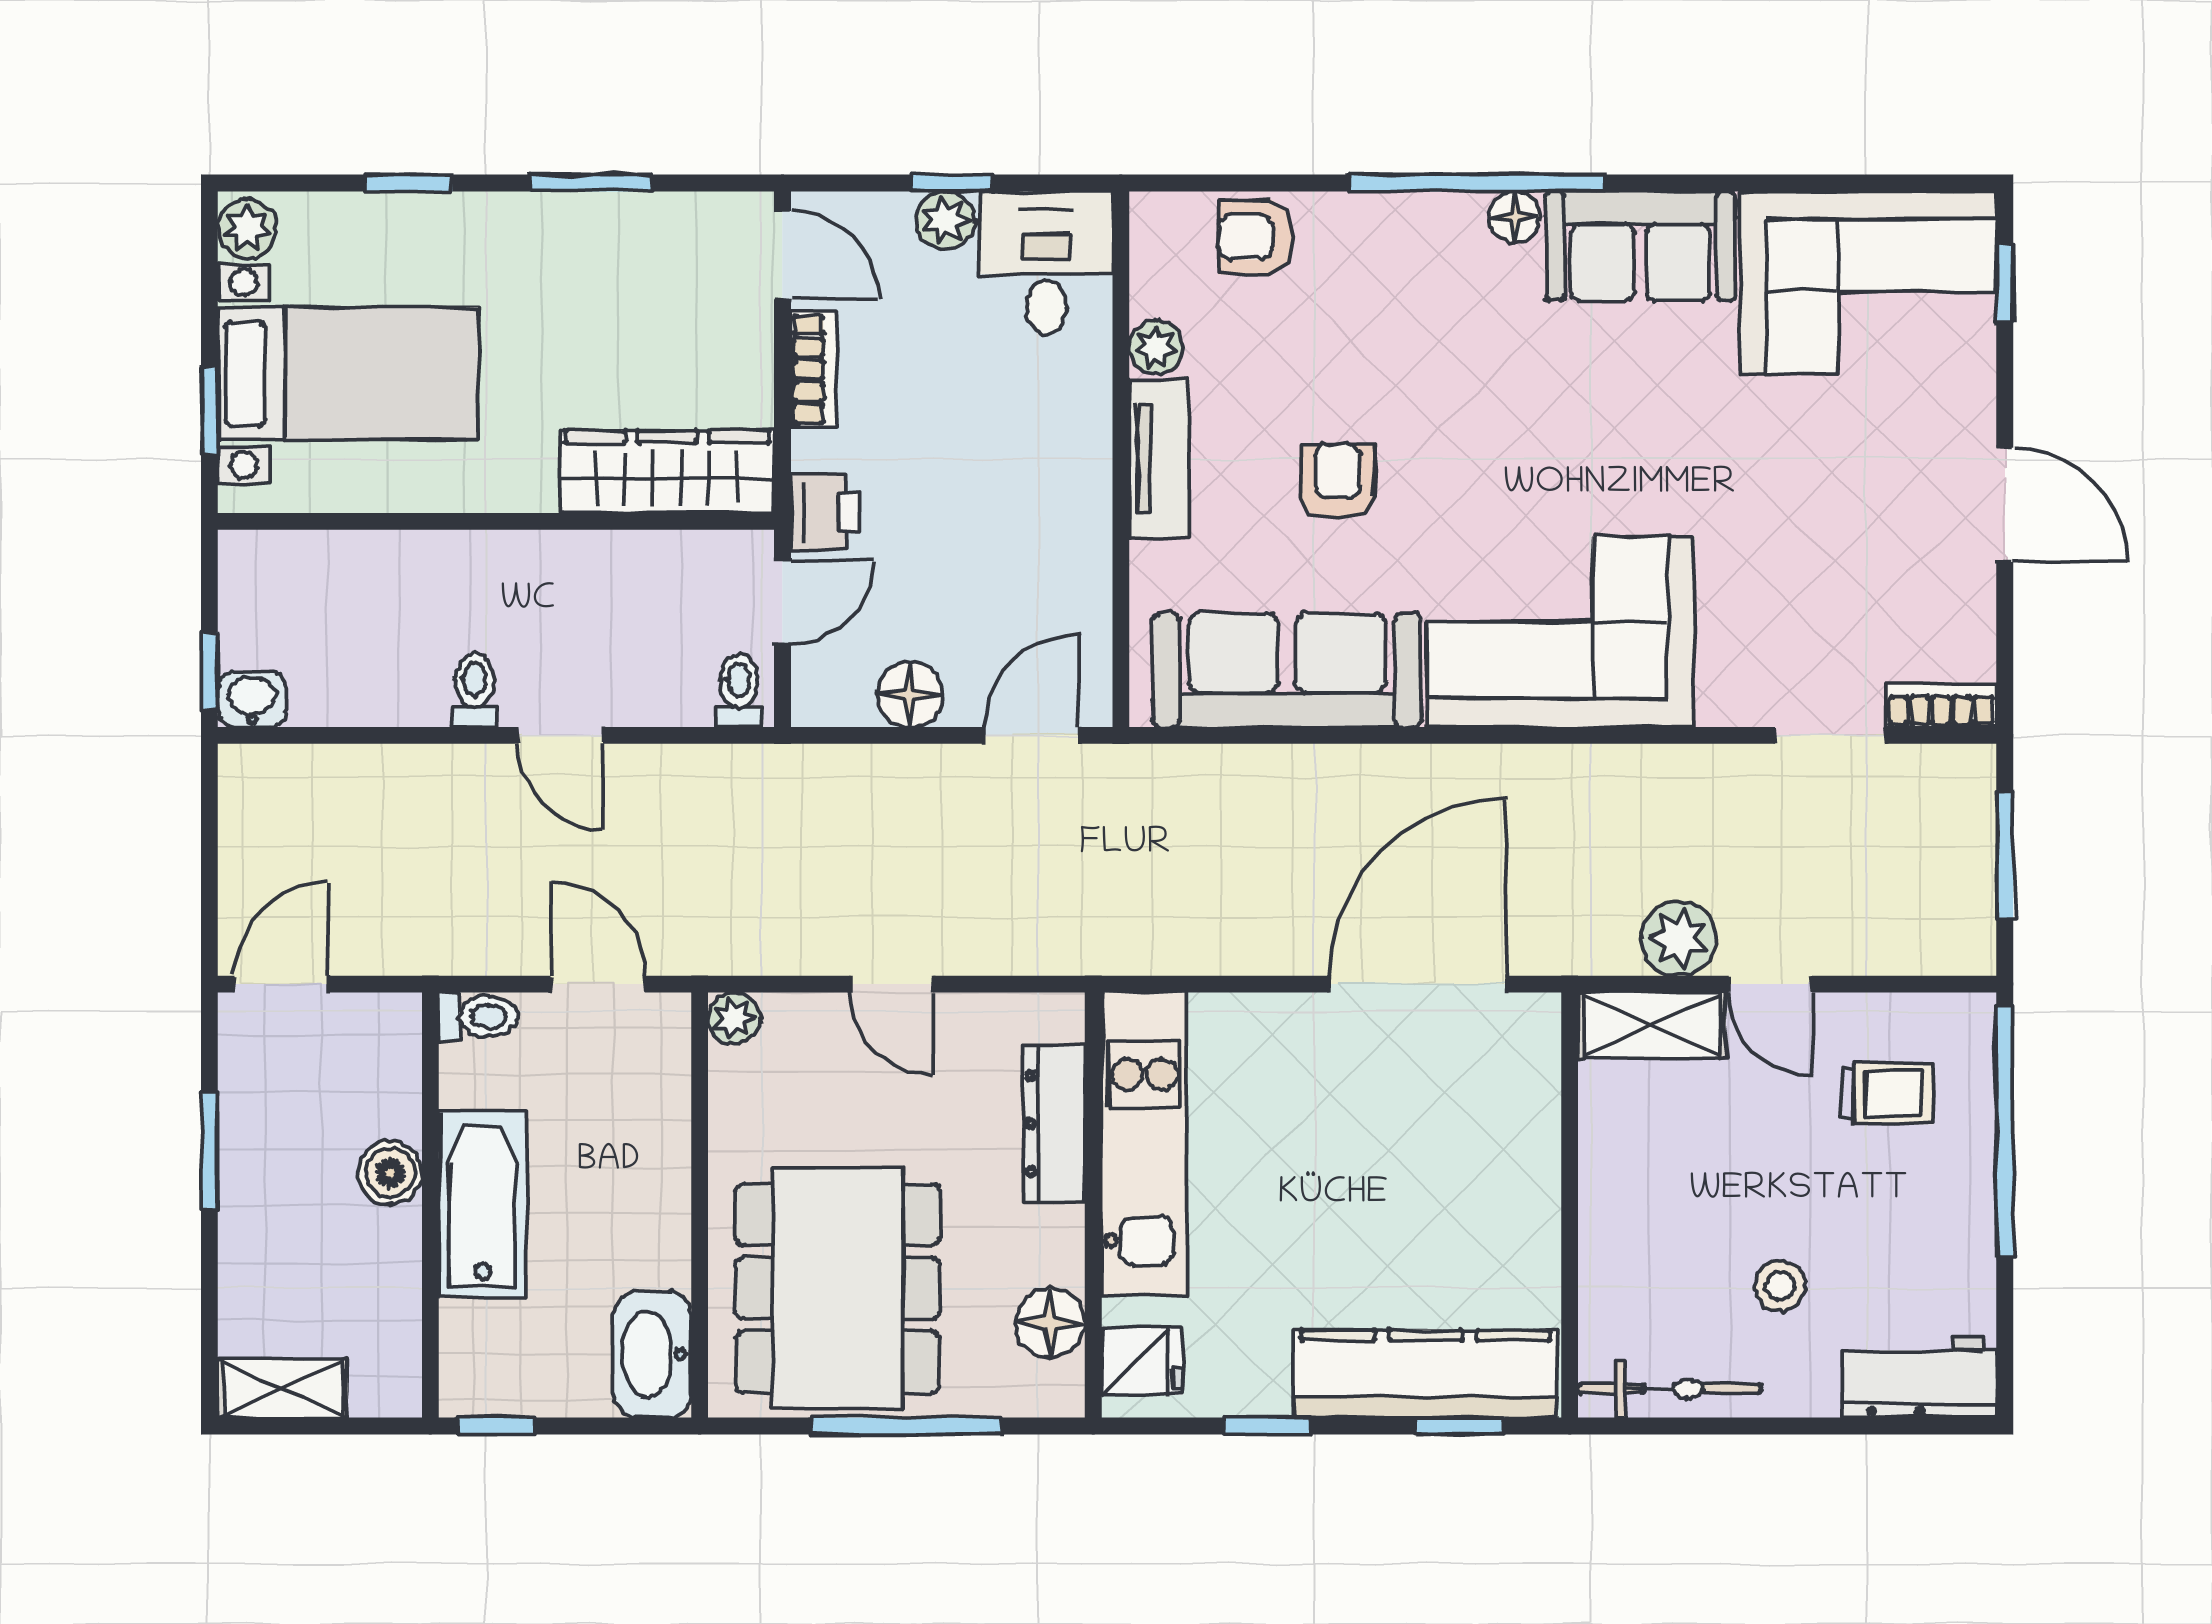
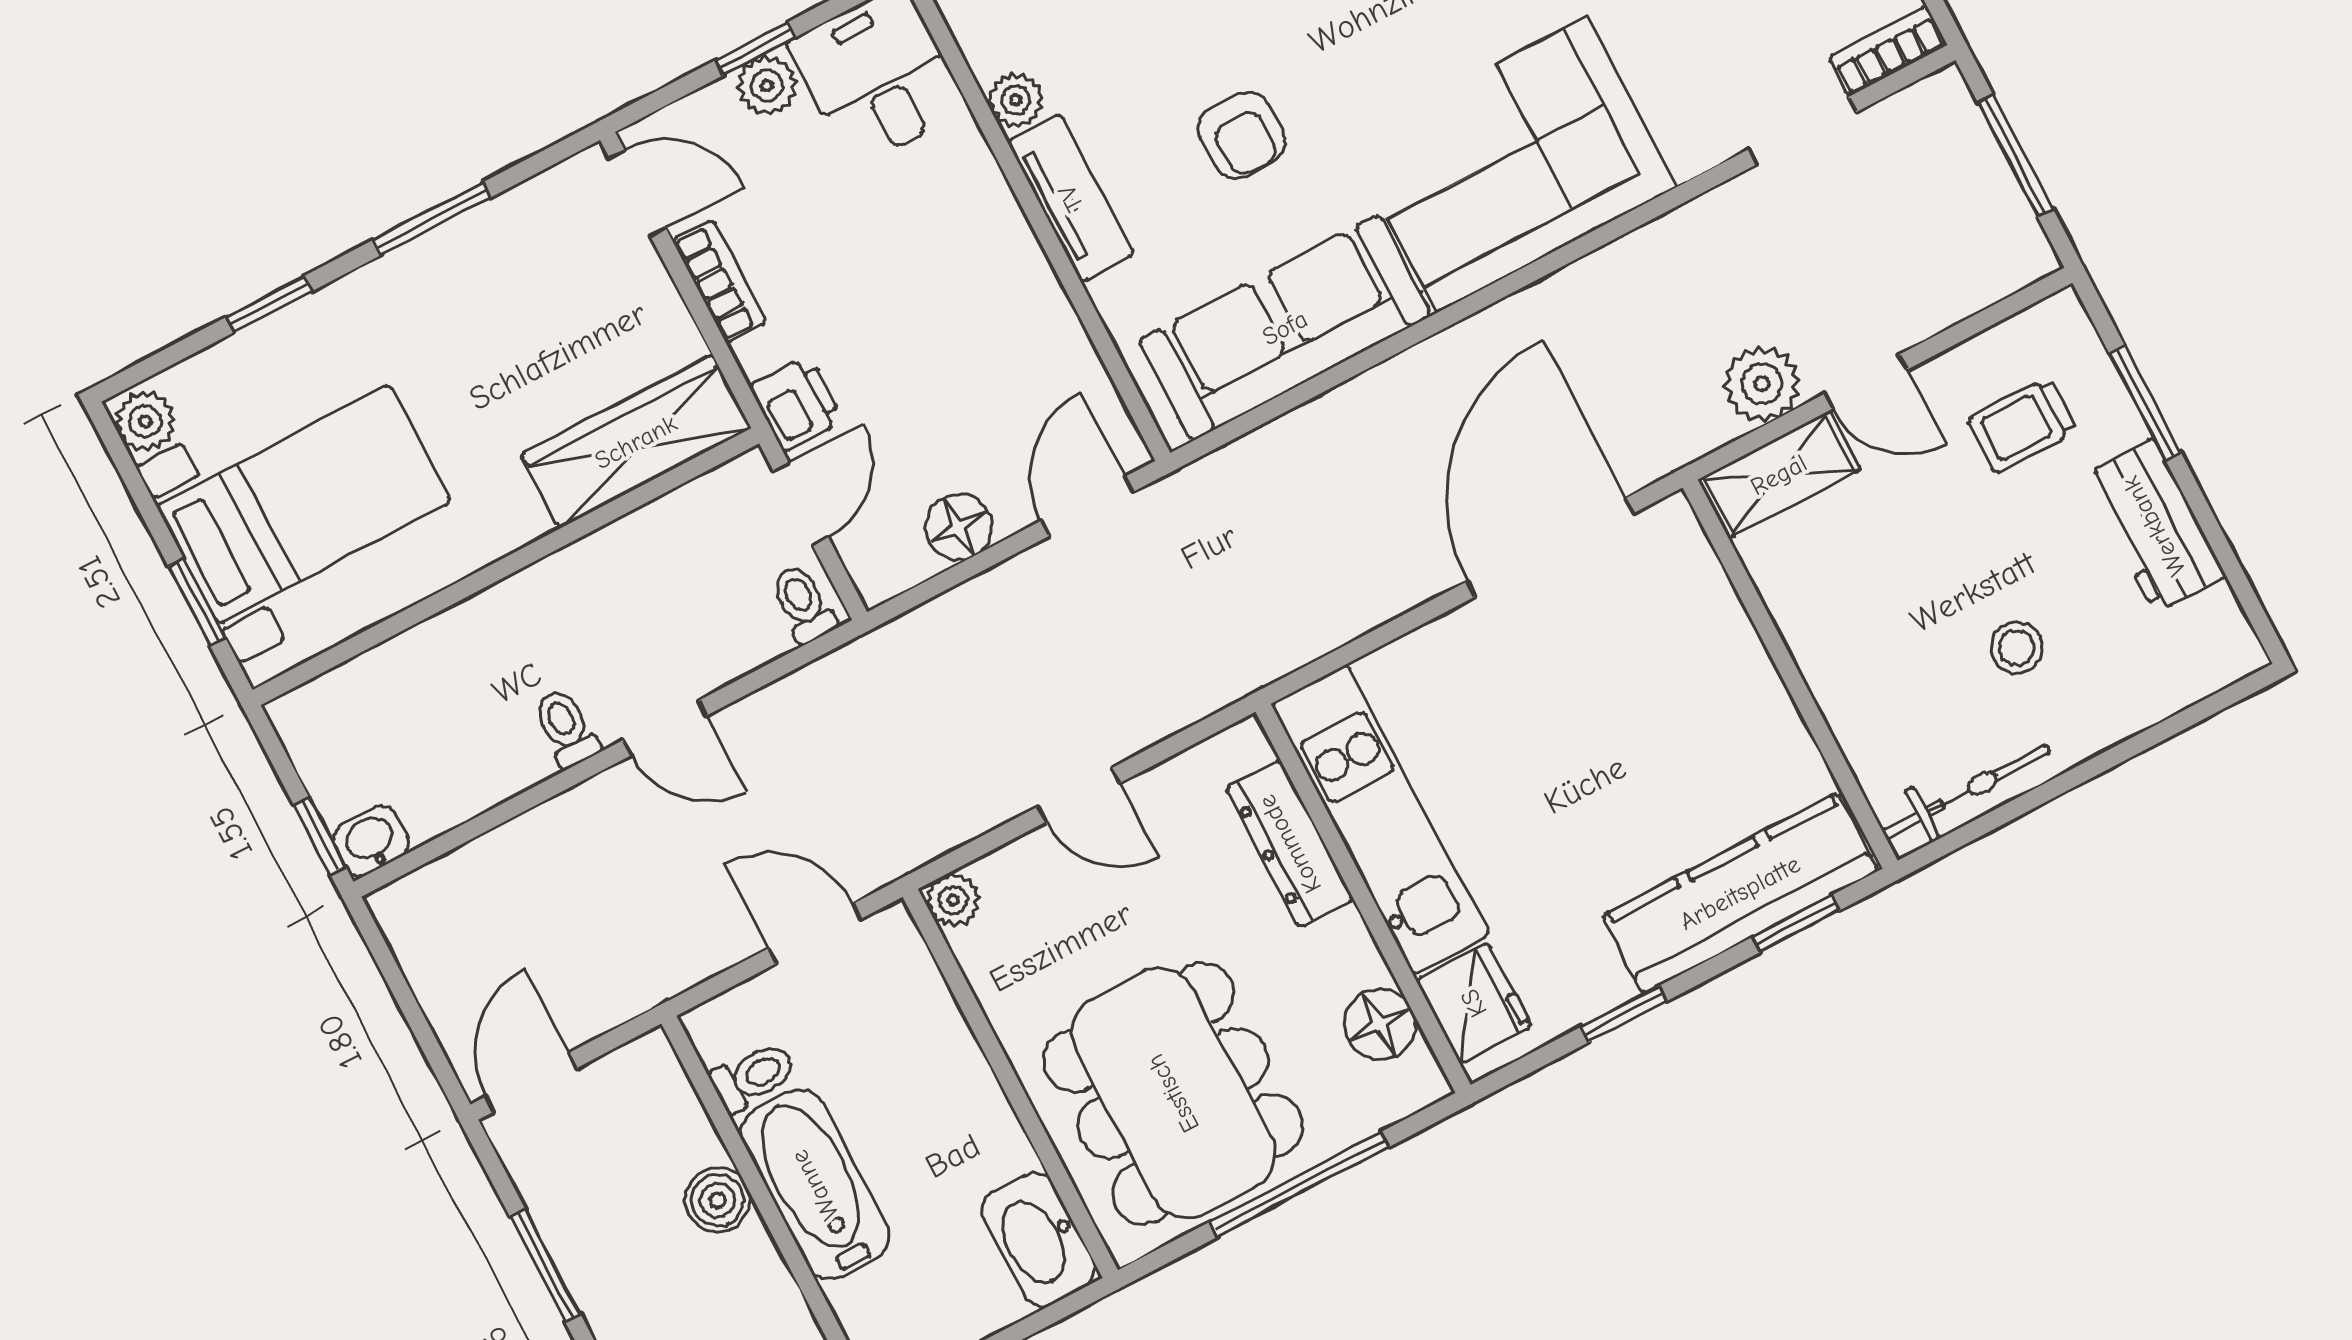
armchair: (1337, 482) -> (1242, 135), turned 180
toilet: (478, 1016) -> (753, 1077), moved
trolley: (1887, 1094) -> (2022, 425), turned 180
window: (2005, 1131) -> (2145, 403), width x0.47
fridge: (1142, 1361) -> (1474, 1003), width x1.38
workbench: (1919, 1378) -> (2154, 526), moved, turned -90

